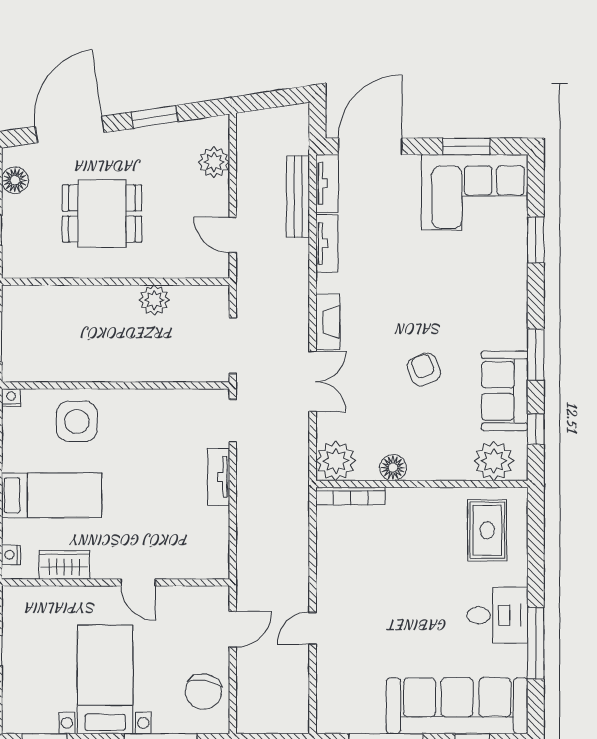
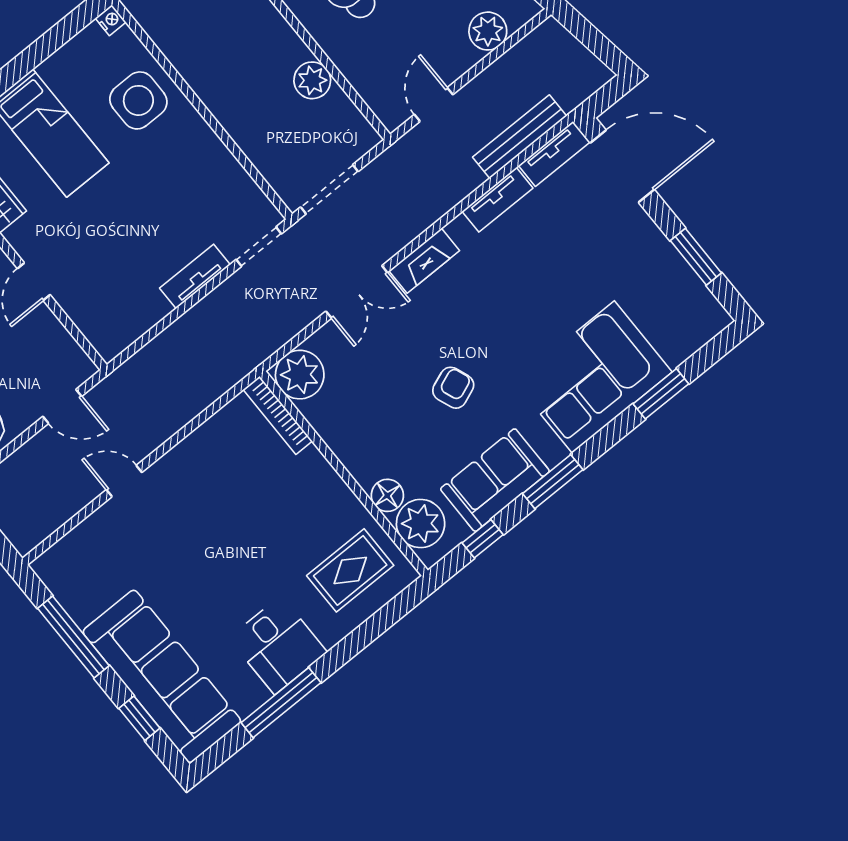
corner sofa: (475, 192) -> (593, 377), moved, turned 90
floor lamp: (393, 468) -> (387, 495), moved

